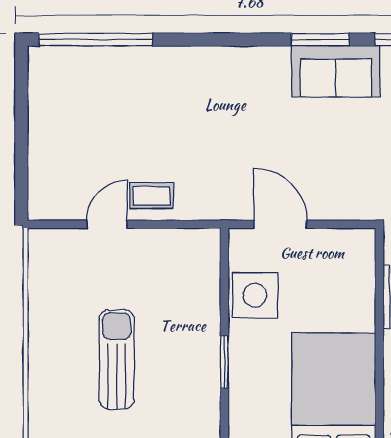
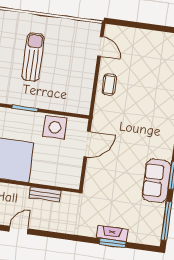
door: (107, 224) -> (100, 47), moved
sun lounger: (117, 360) -> (33, 57), turned -90

